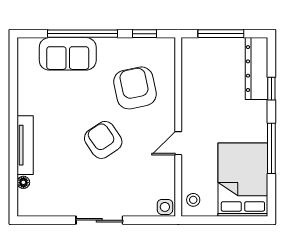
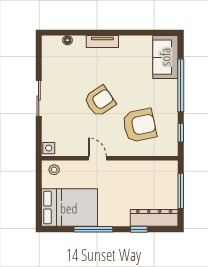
sofa: (68, 54) -> (165, 57), moved
tv unit: (25, 145) -> (102, 42), width x0.71

